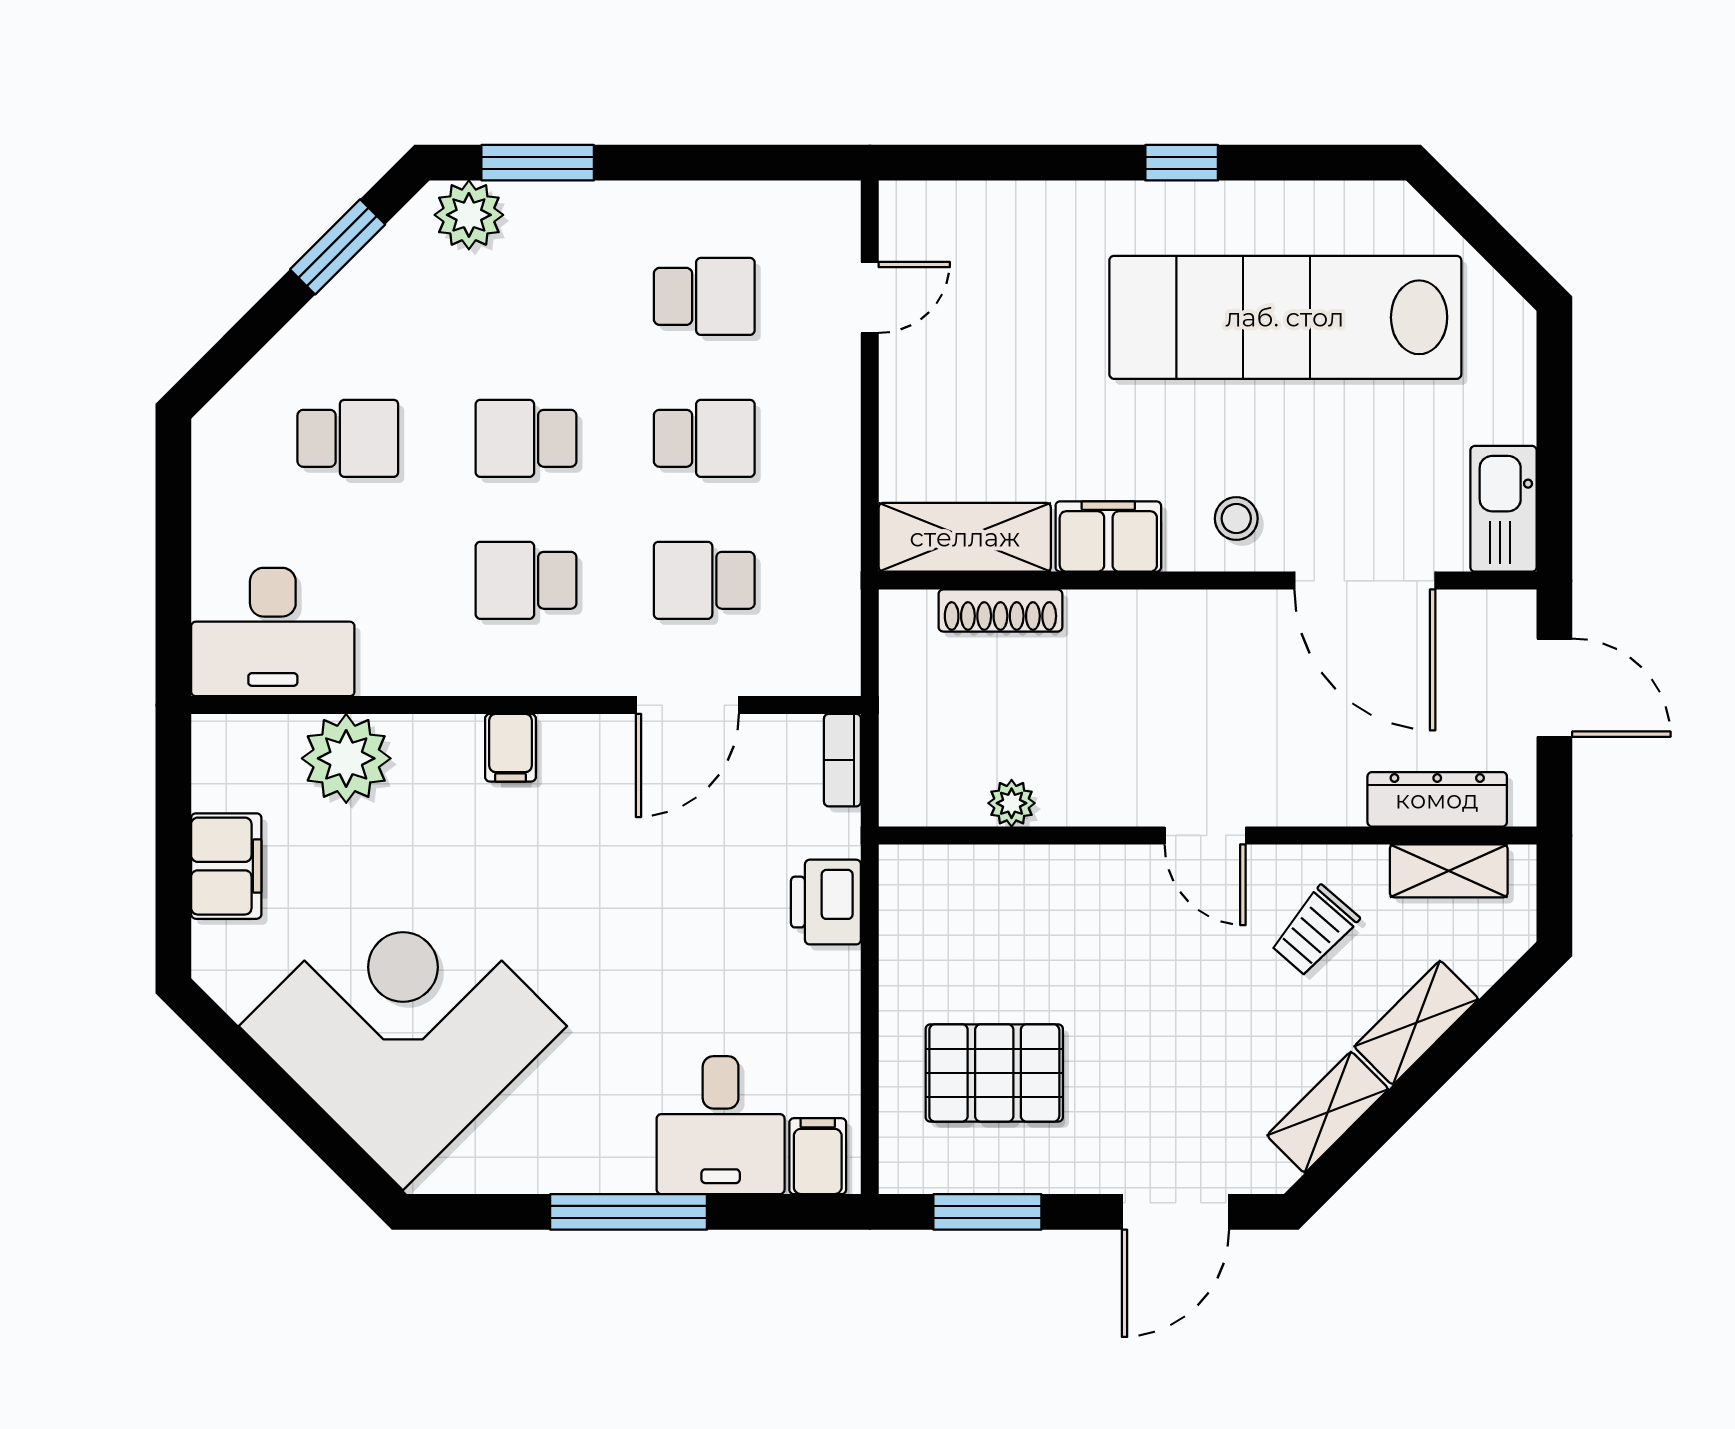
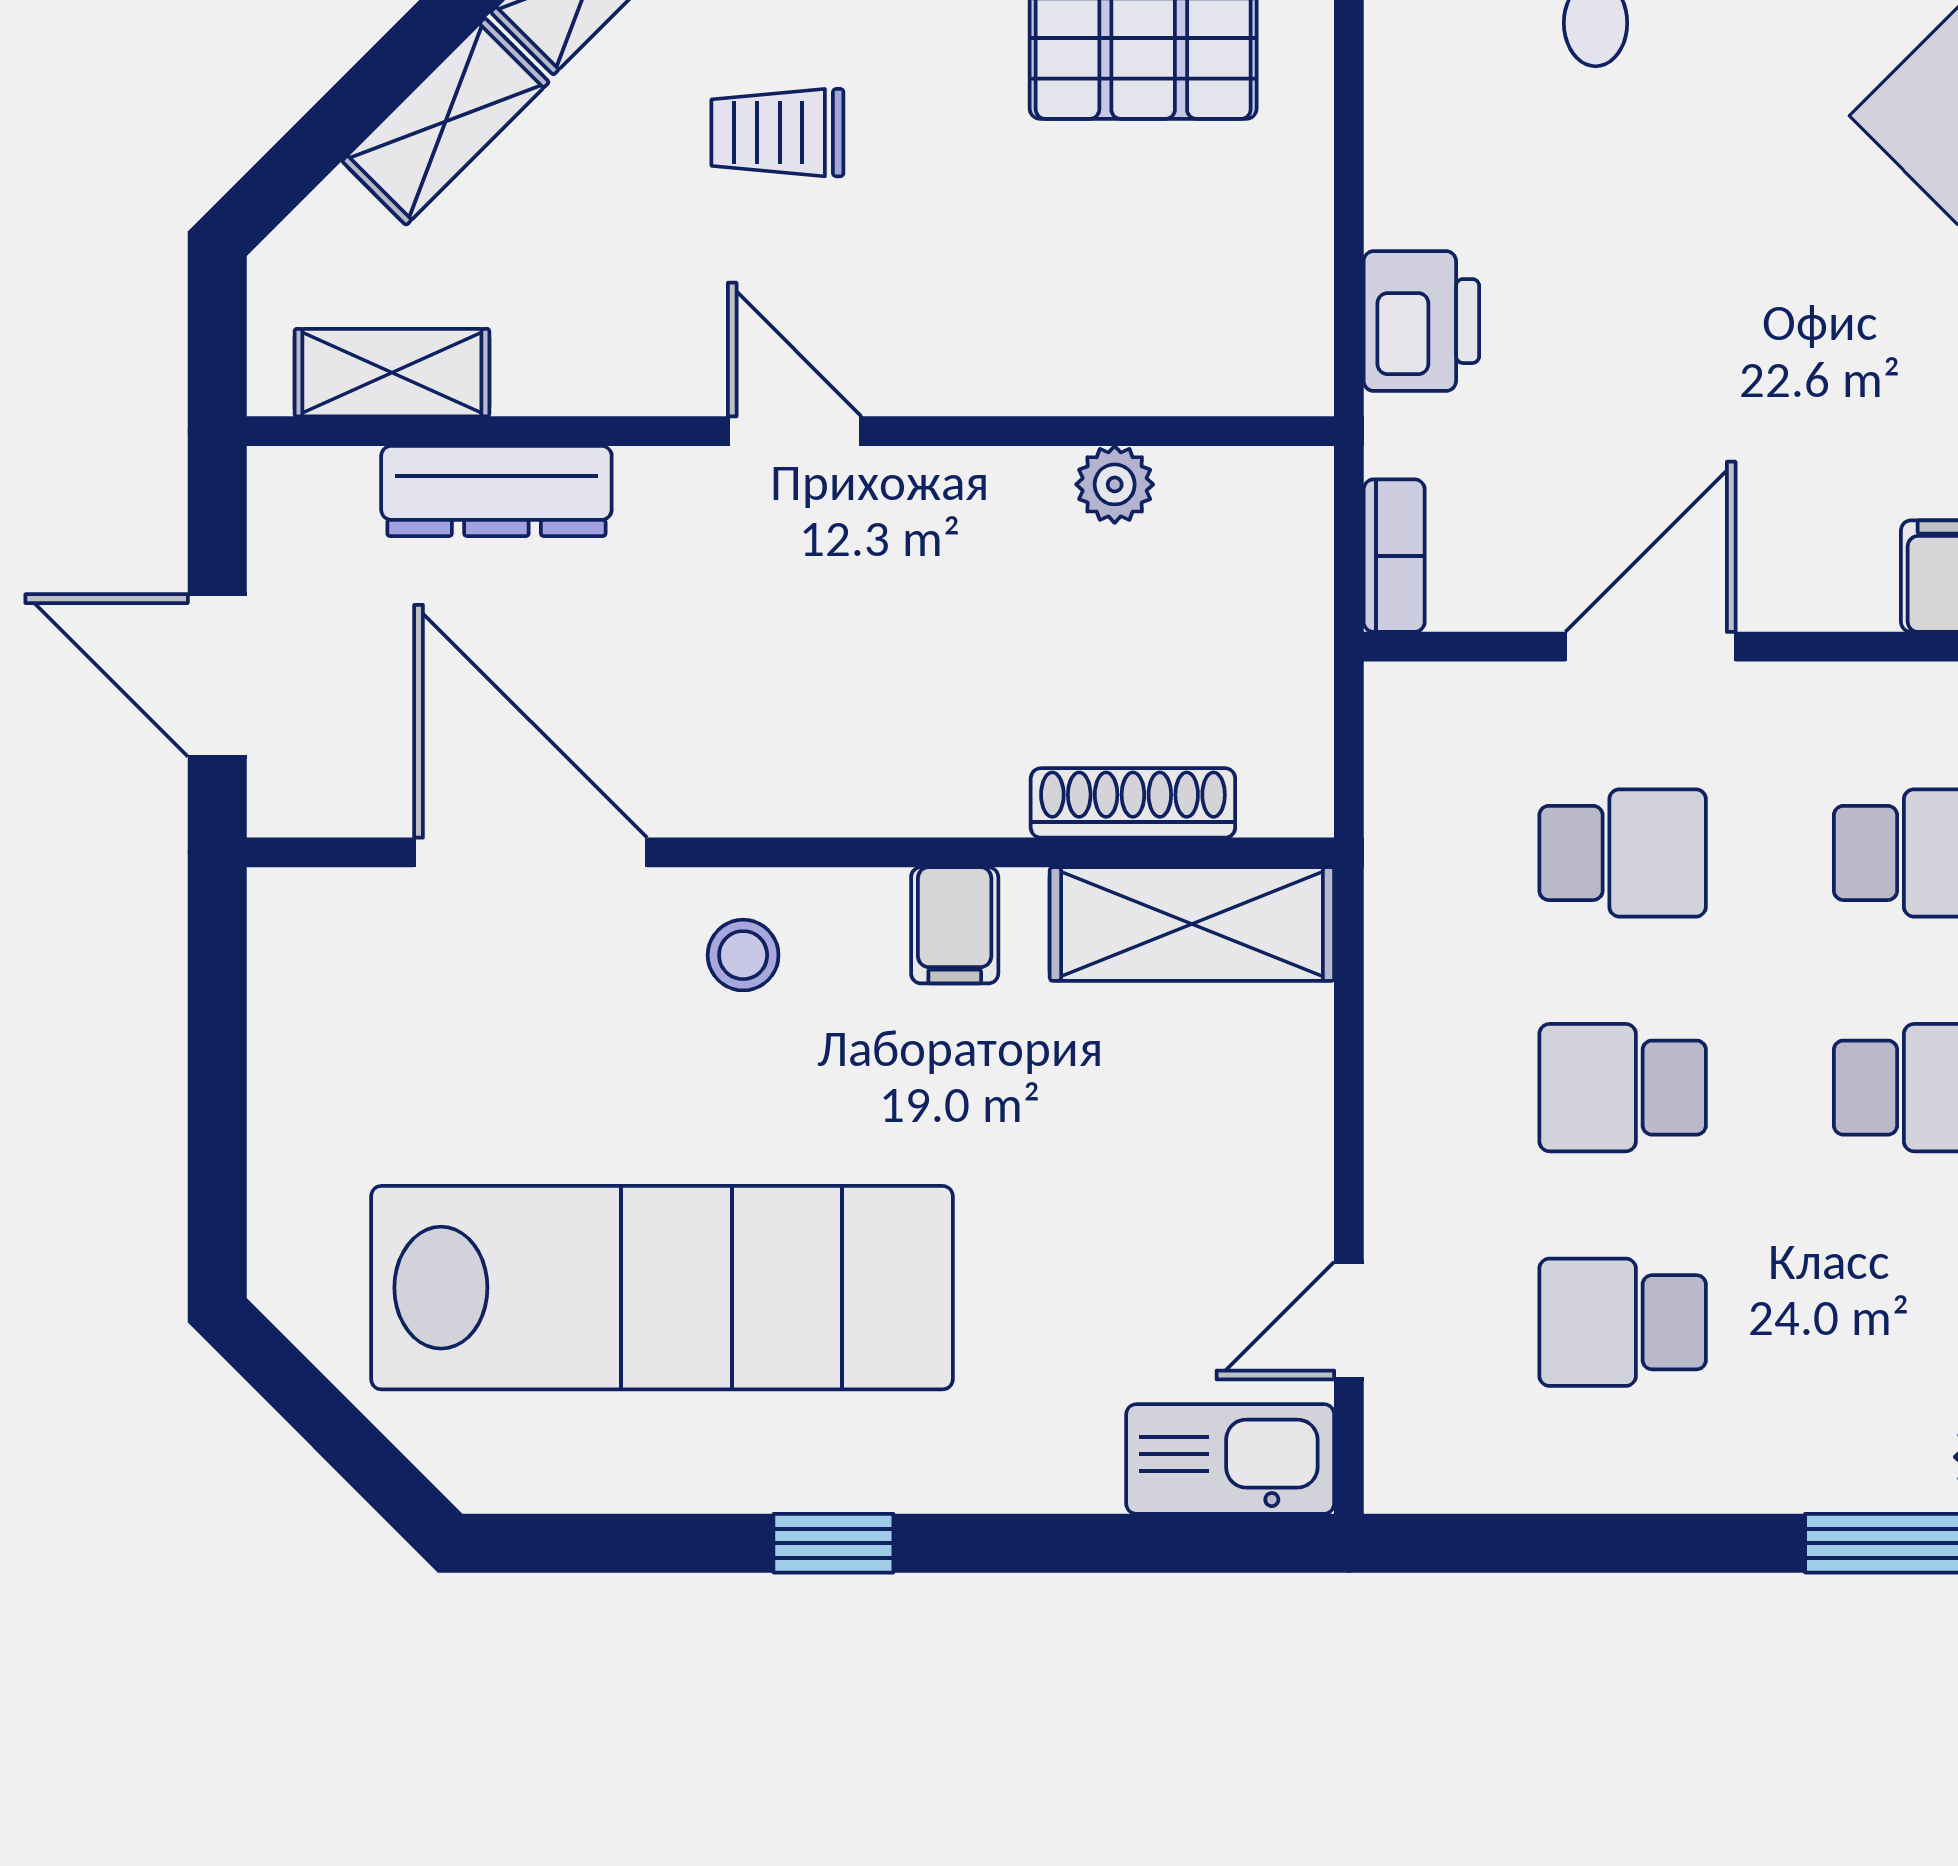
kitchen sink: (1503, 509) -> (1230, 1459), moved, turned -90
filing cabinet: (1108, 537) -> (955, 925), width x0.50
dresser: (1437, 799) -> (496, 491), moved
trolley: (1315, 931) -> (777, 133), moved, turned -131

